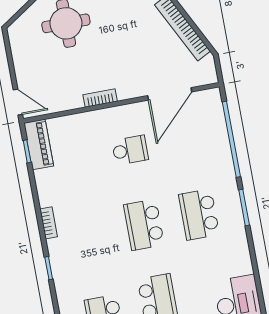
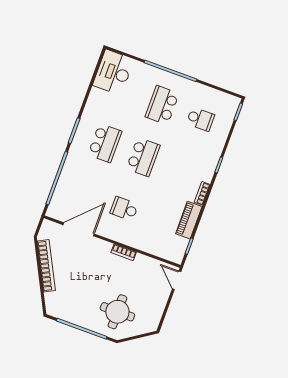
piano: (39, 144) -> (189, 220), moved

